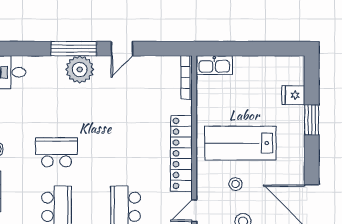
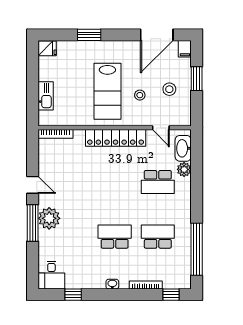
kitchen sink: (214, 65) -> (46, 96), moved
fridge: (293, 95) -> (47, 48), moved, turned -90
school desk: (57, 152) -> (115, 237), turned 90

